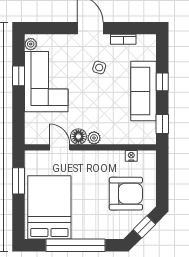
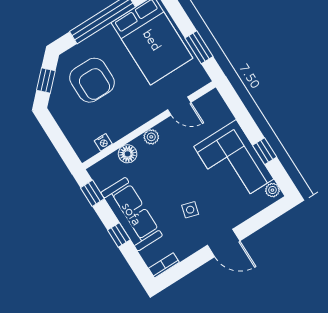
bookcase: (123, 39) -> (164, 265), moved
floor lamp: (78, 137) -> (128, 154), moved
armchair: (126, 194) -> (92, 80), moved, turned -90

